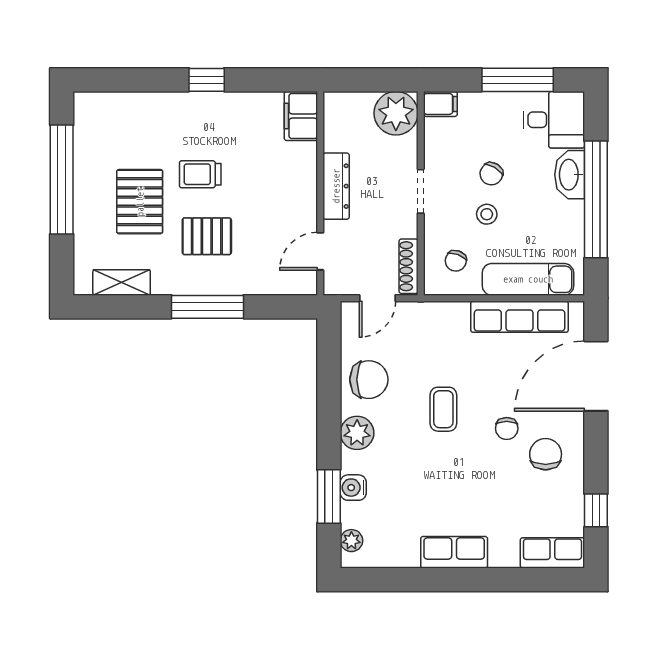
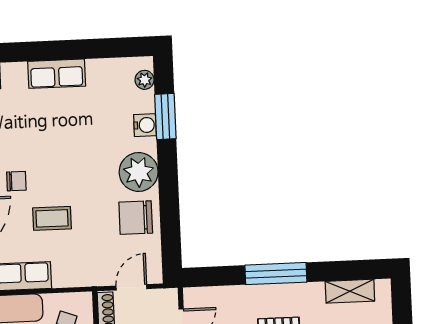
coffee table: (443, 409) -> (52, 218), moved, turned 90
chair: (507, 429) -> (16, 181), turned 90
plant: (357, 433) -> (139, 172), width x1.36, depth x1.36

